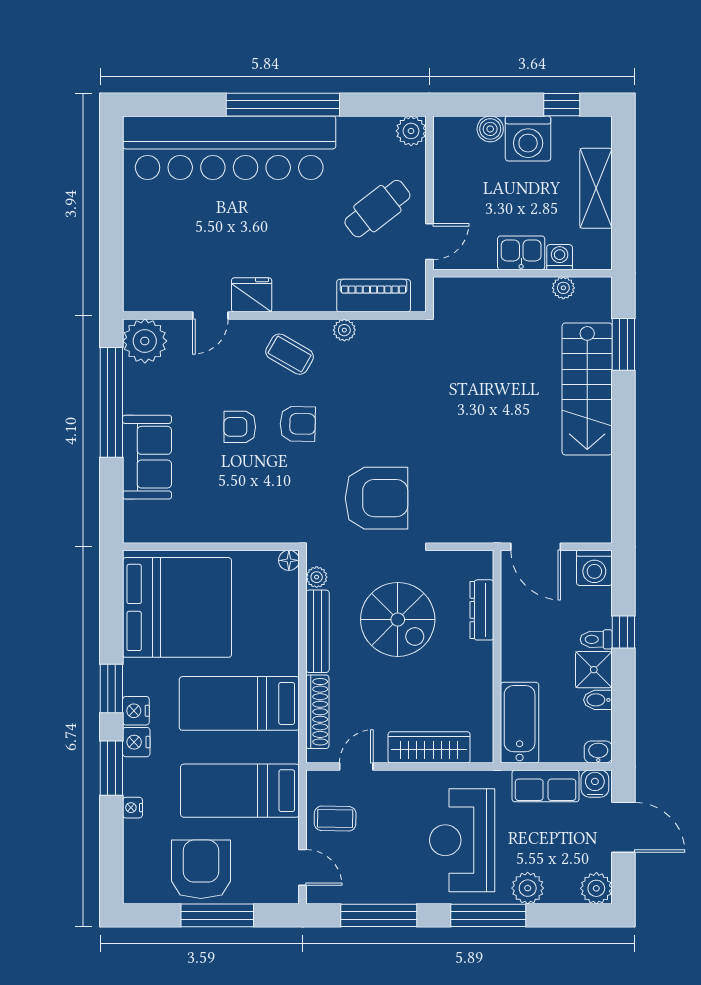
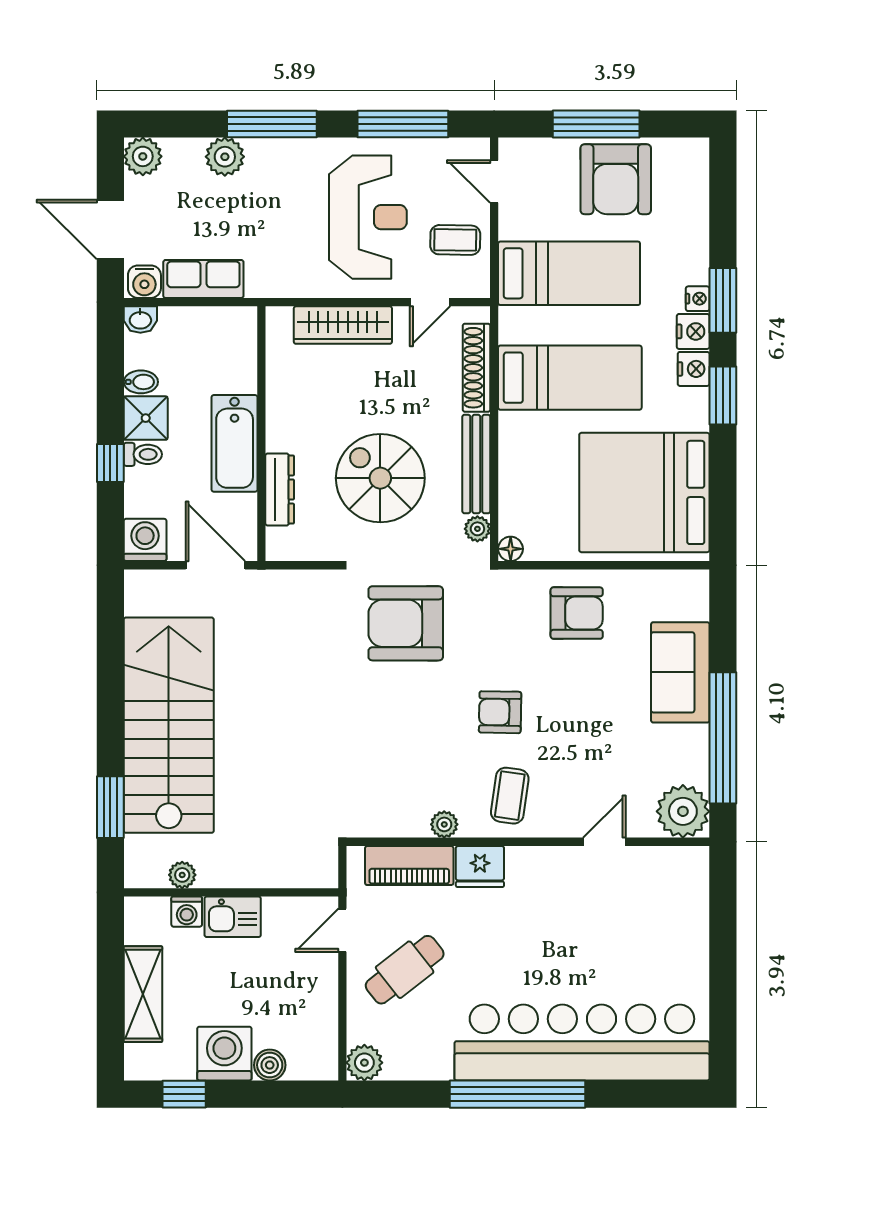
fridge: (252, 295) -> (480, 866), moved
coffee table: (290, 354) -> (510, 796), turned 68
stairs: (587, 389) -> (169, 725), width x1.36, depth x1.51
armchair: (240, 427) -> (577, 613), moved, width x1.38, depth x1.38
bathtub: (520, 723) -> (235, 443), moved
nightstand: (133, 808) -> (698, 299), moved
reception desk: (462, 840) -> (368, 217), moved

